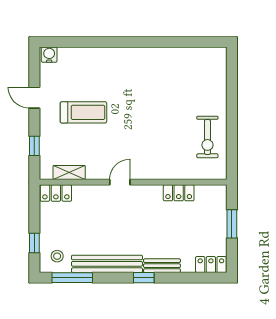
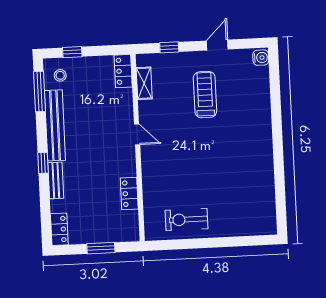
treadmill: (83, 112) -> (205, 95), turned 180

